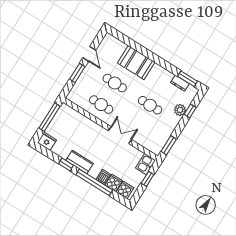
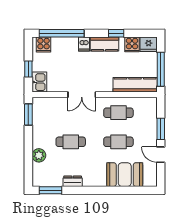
booth: (136, 63) -> (125, 175), moved
dresser: (180, 83) -> (73, 181), moved
window: (190, 111) -> (28, 161), removed
kitchen counter: (76, 118) -> (135, 85), added
dishwasher: (103, 177) -> (84, 44), moved
window: (94, 182) -> (62, 33), moved
cooker: (114, 183) -> (132, 44), moved

